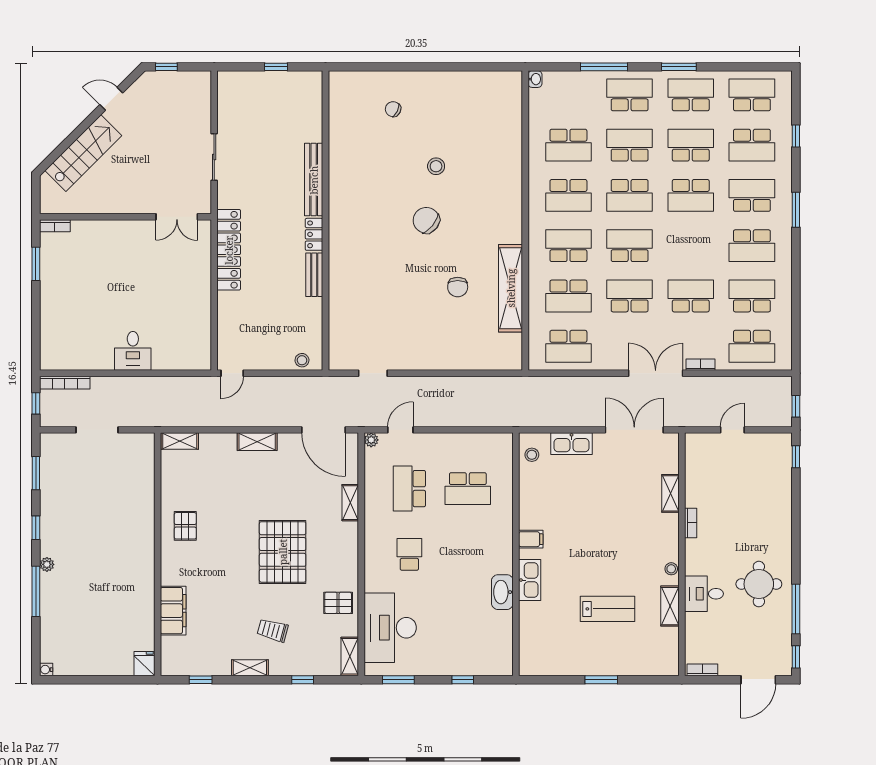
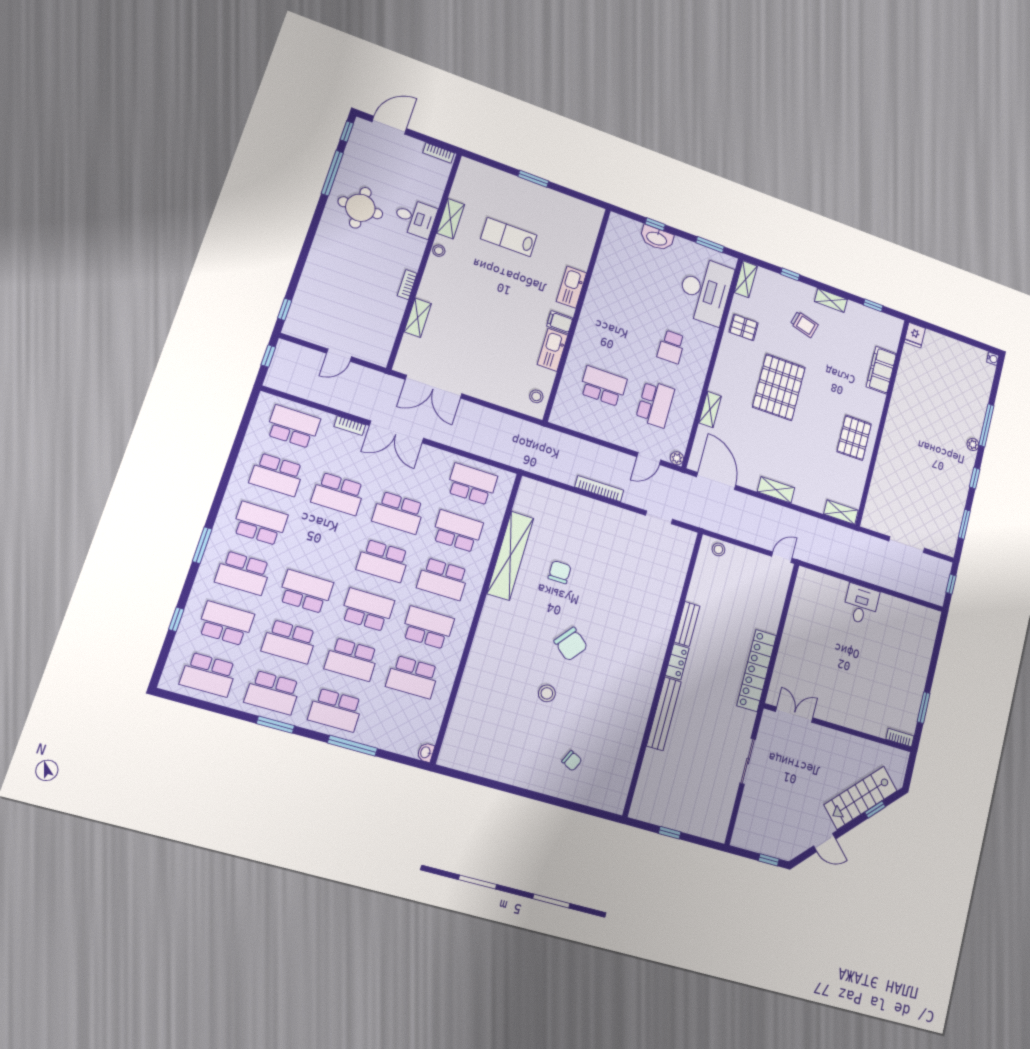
school desk: (568, 145) -> (413, 677), turned 180
window: (64, 146) -> (875, 810), added
bookcase: (65, 383) -> (599, 489), moved
kitchen sink: (572, 444) -> (553, 350), moved, turned -90
pallet: (185, 526) -> (854, 438), width x1.50, depth x1.42
washbasin: (502, 592) -> (657, 238), moved, turned 90

